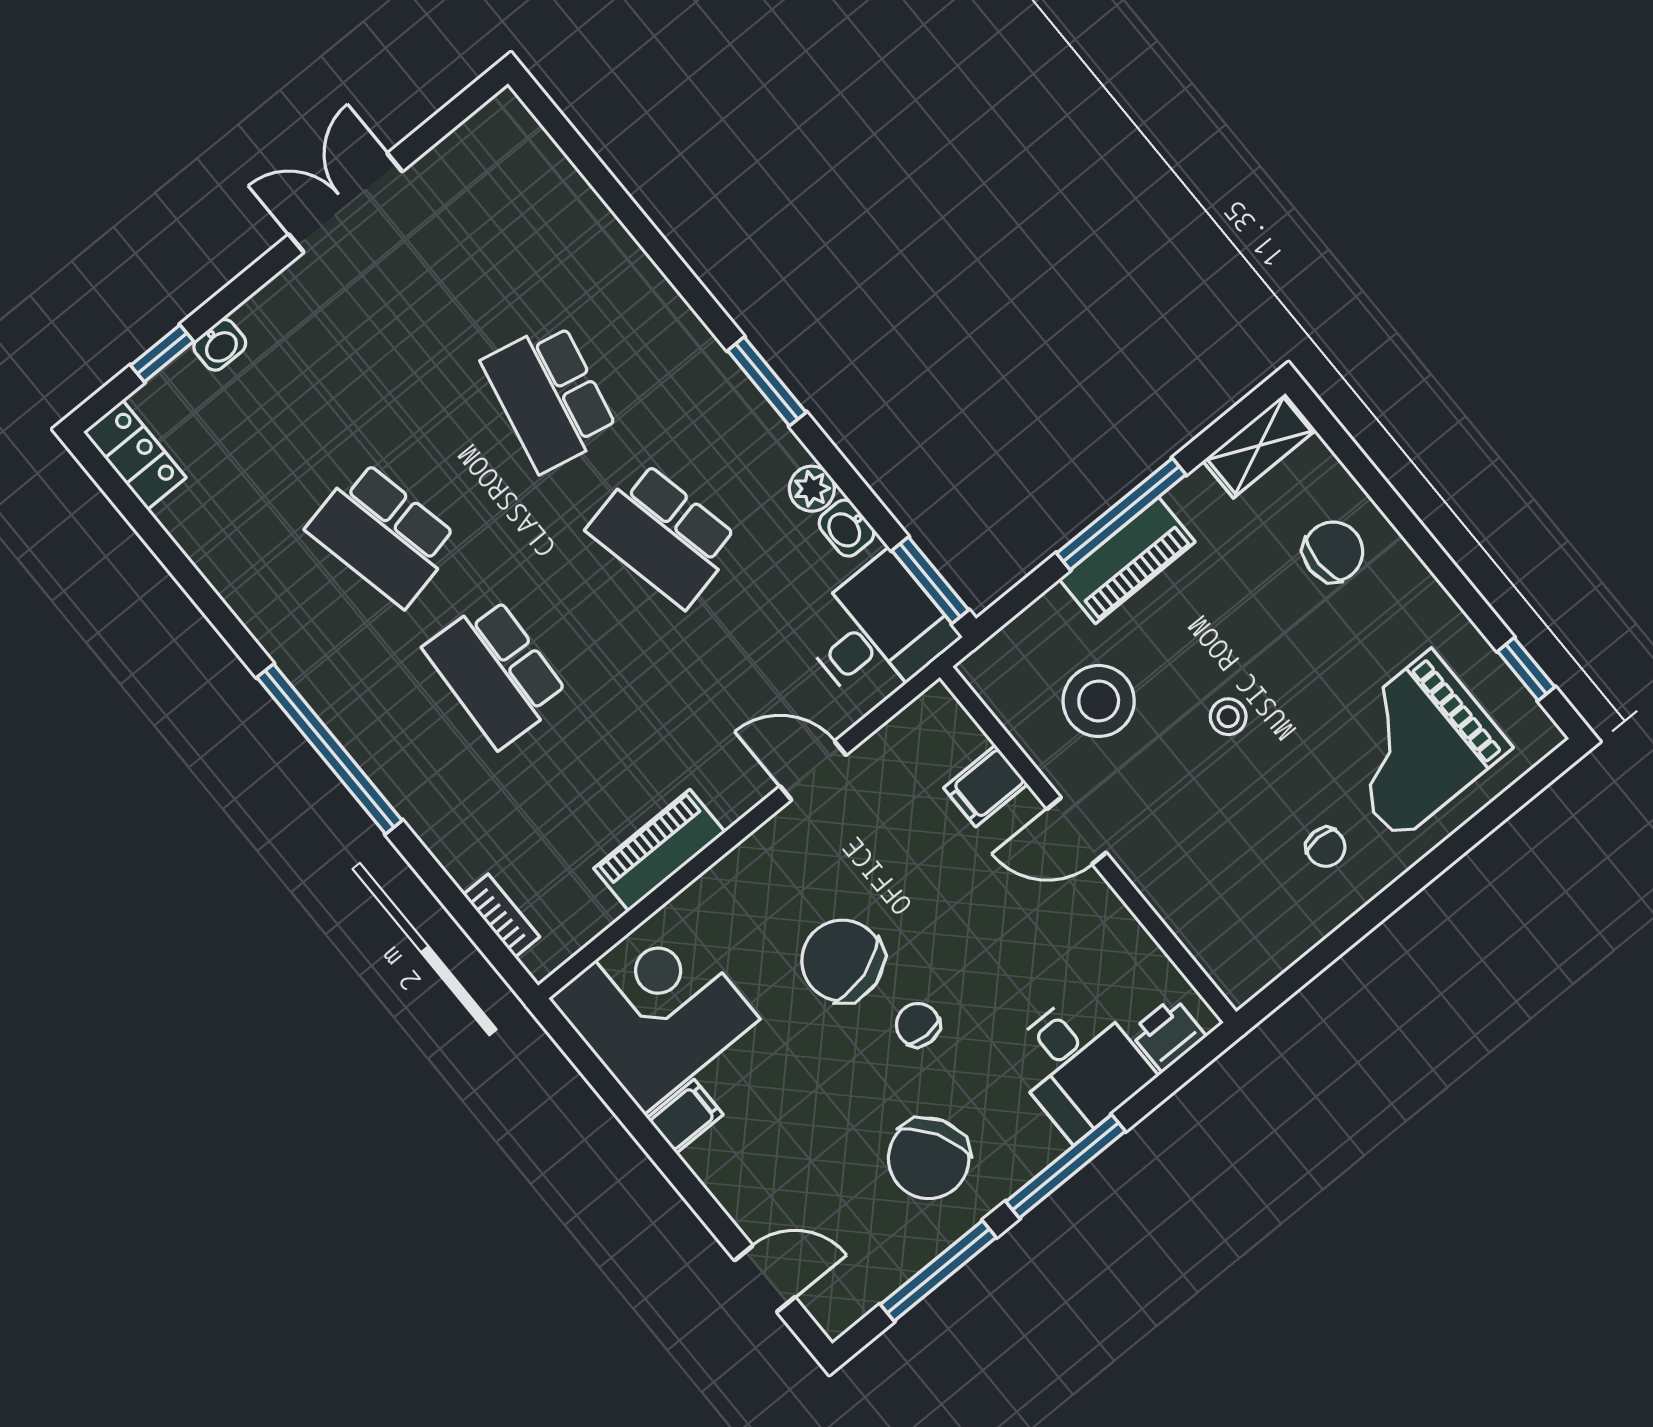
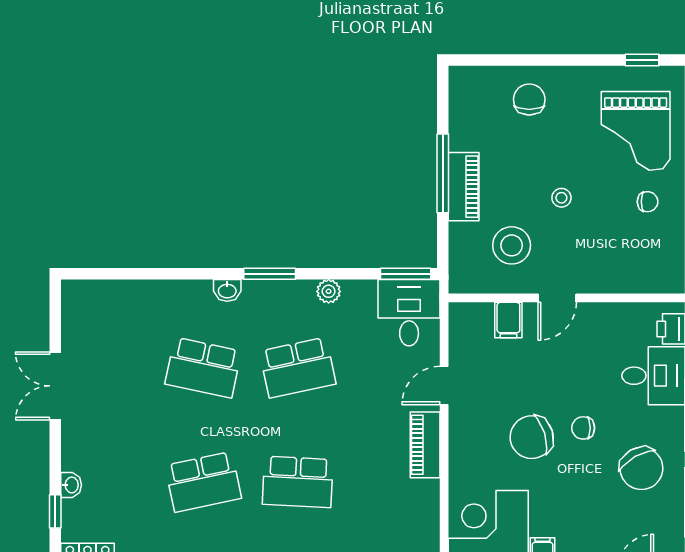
shelving: (1259, 446) -> (461, 94), removed
washbasin: (846, 528) -> (227, 290), moved
piano: (659, 850) -> (425, 445), moved

